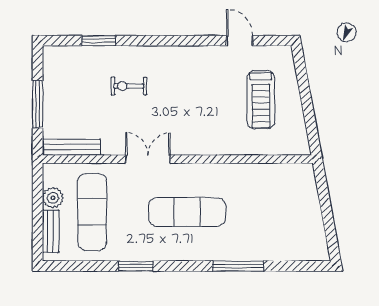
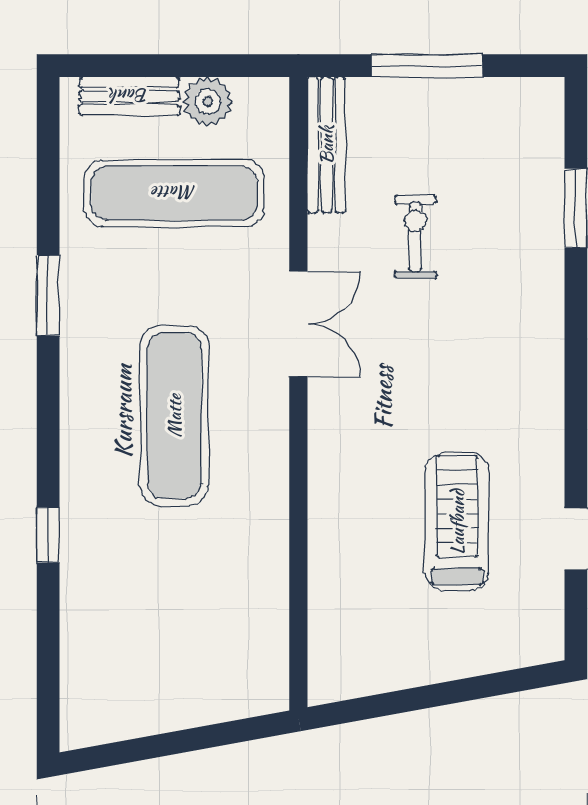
exercise bike: (129, 86) -> (415, 237), moved
treadmill: (261, 100) -> (457, 522), moved, turned 90
window: (238, 266) -> (48, 535), width x0.46

